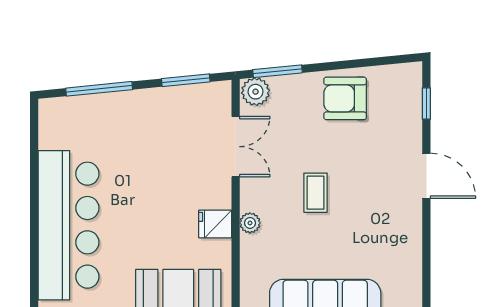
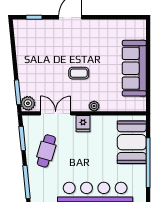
armchair: (345, 98) -> (31, 58), removed
cafe table: (161, 128) -> (46, 151), added
fridge: (215, 224) -> (83, 124), moved

